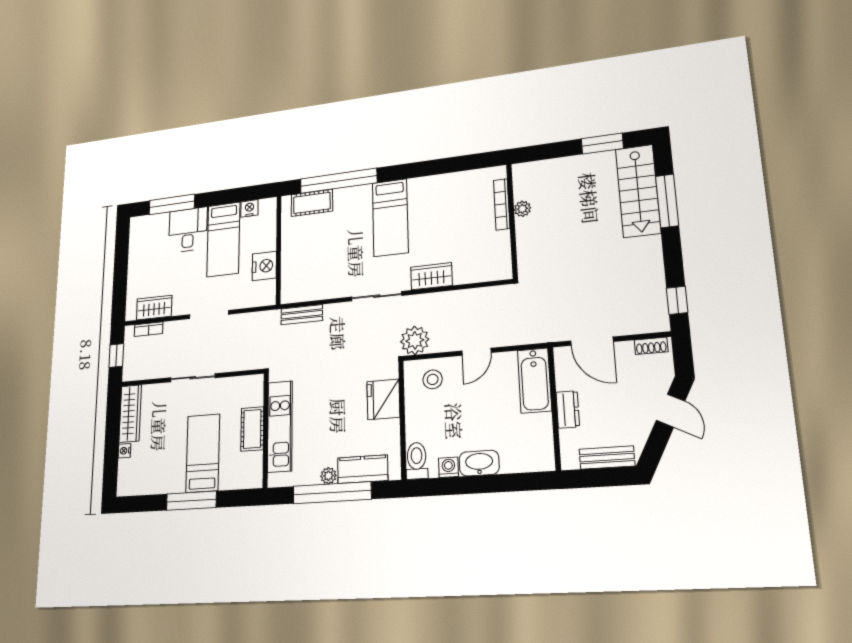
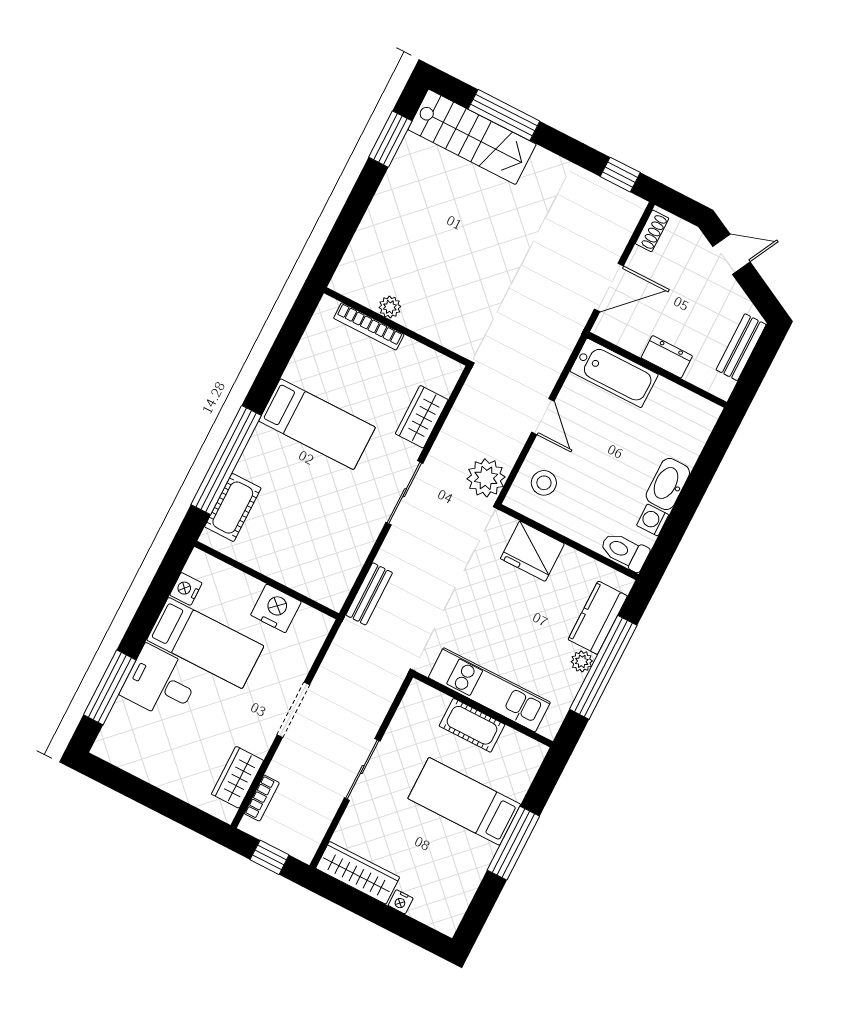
bookcase: (502, 204) -> (369, 326), moved
plant: (522, 209) -> (390, 307), moved
wall: (512, 221) -> (396, 327), moved

